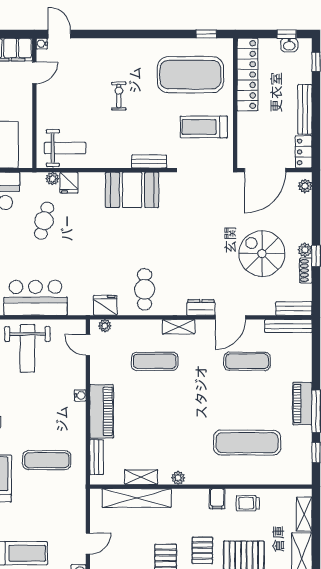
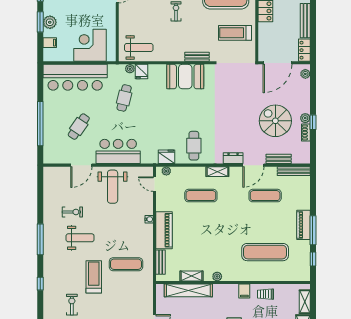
bench: (294, 309) -> (279, 159), moved

